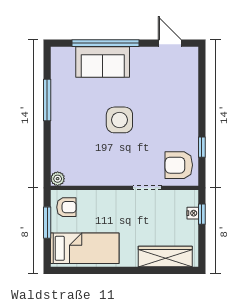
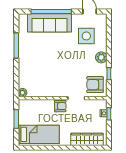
sofa: (103, 62) -> (49, 23), width x1.36
side table: (119, 120) -> (86, 36), moved
plant: (189, 120) -> (101, 57), added
armchair: (66, 207) -> (60, 106), moved

